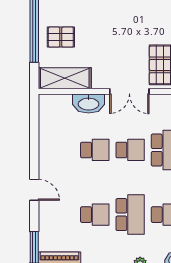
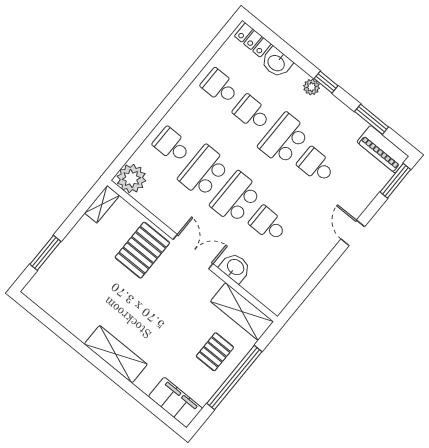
pallet: (61, 37) -> (215, 352), turned 90
washbasin: (89, 104) -> (235, 268), width x0.72
school desk: (130, 150) -> (236, 198), width x1.85

